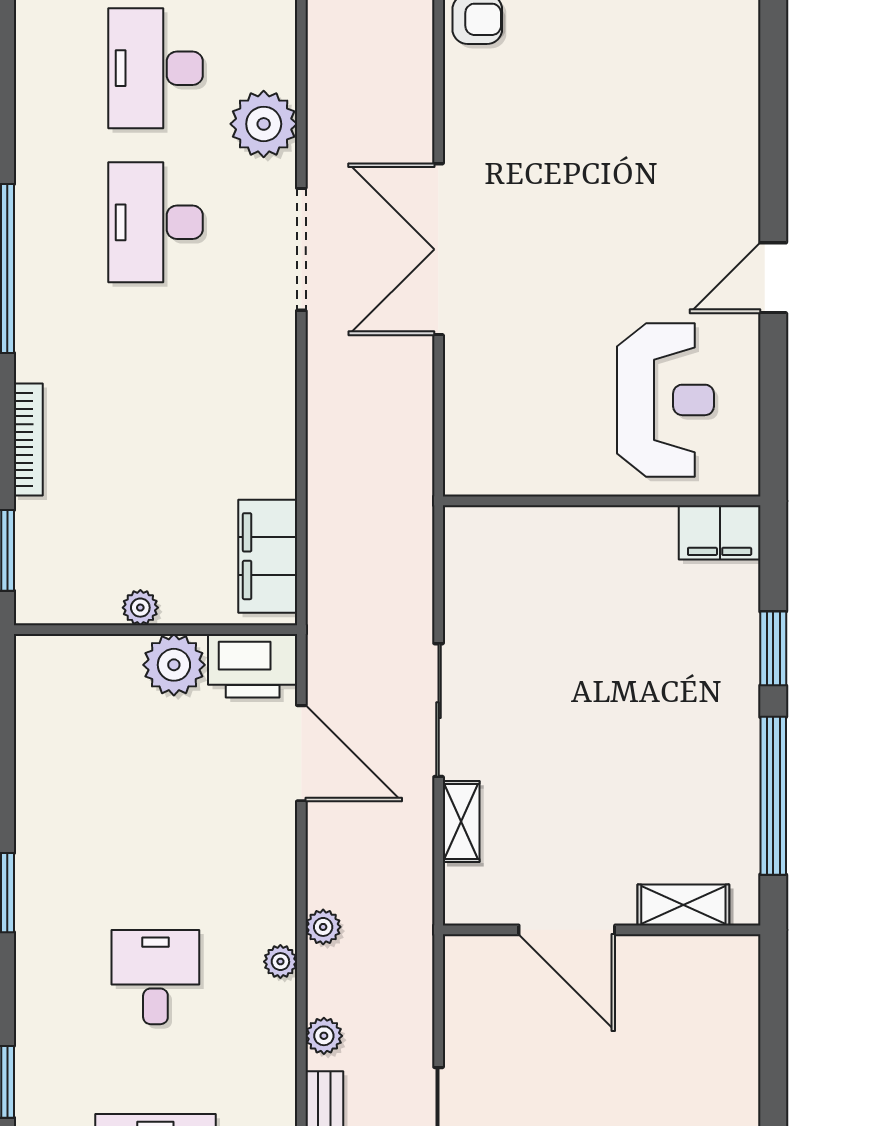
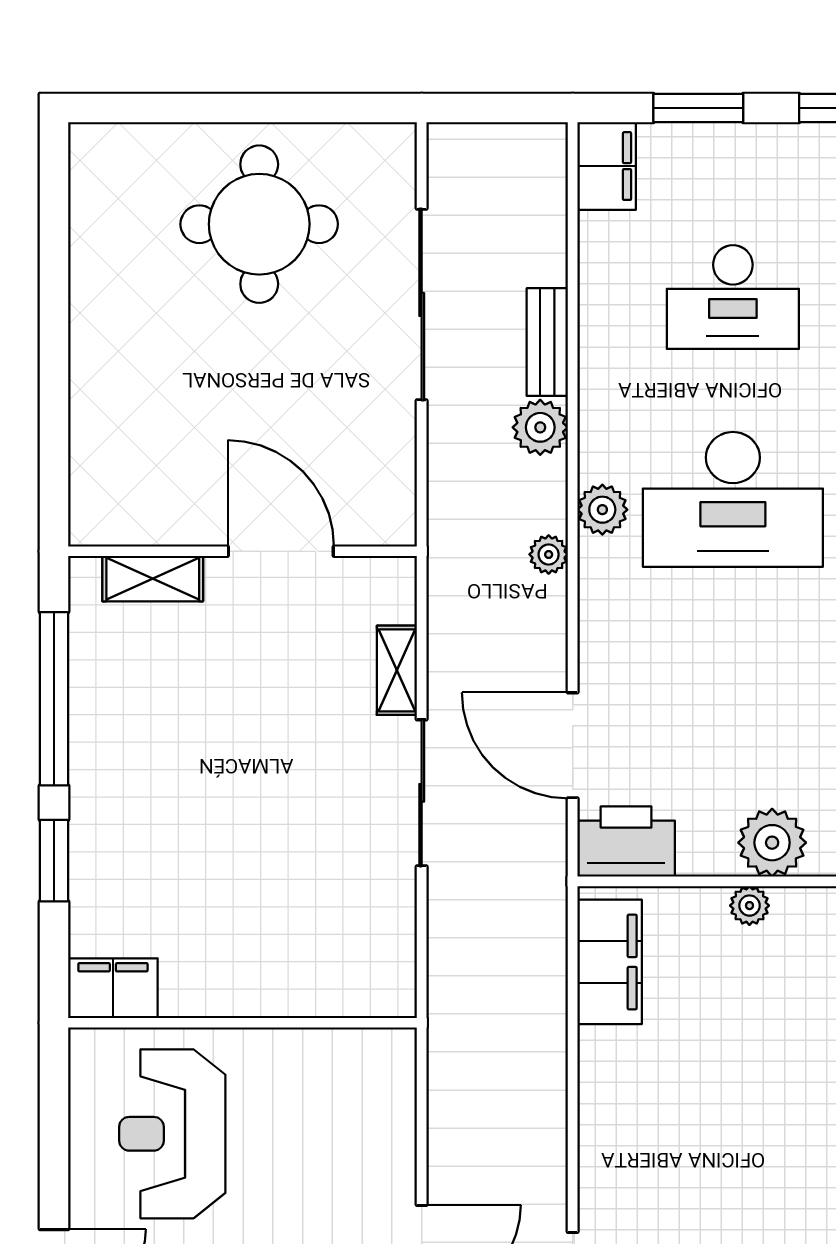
plant: (174, 665) -> (772, 843), moved
plant: (280, 962) -> (602, 510), width x1.38, depth x1.38
desk: (155, 977) -> (733, 499), width x1.87, depth x1.30
plant: (324, 1036) -> (540, 427), width x1.38, depth x1.38

